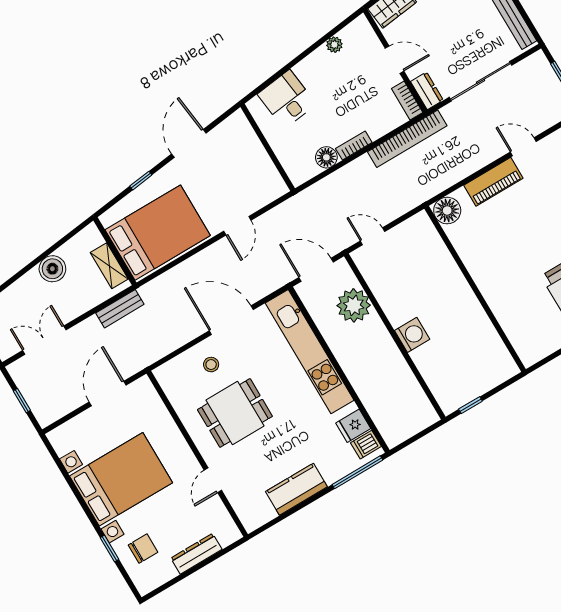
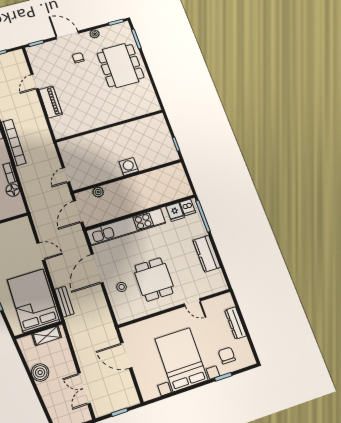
floor lamp: (447, 211) -> (61, 130), removed
plant: (354, 305) -> (98, 192), width x0.53, depth x0.53
bench: (120, 309) -> (64, 302), moved

